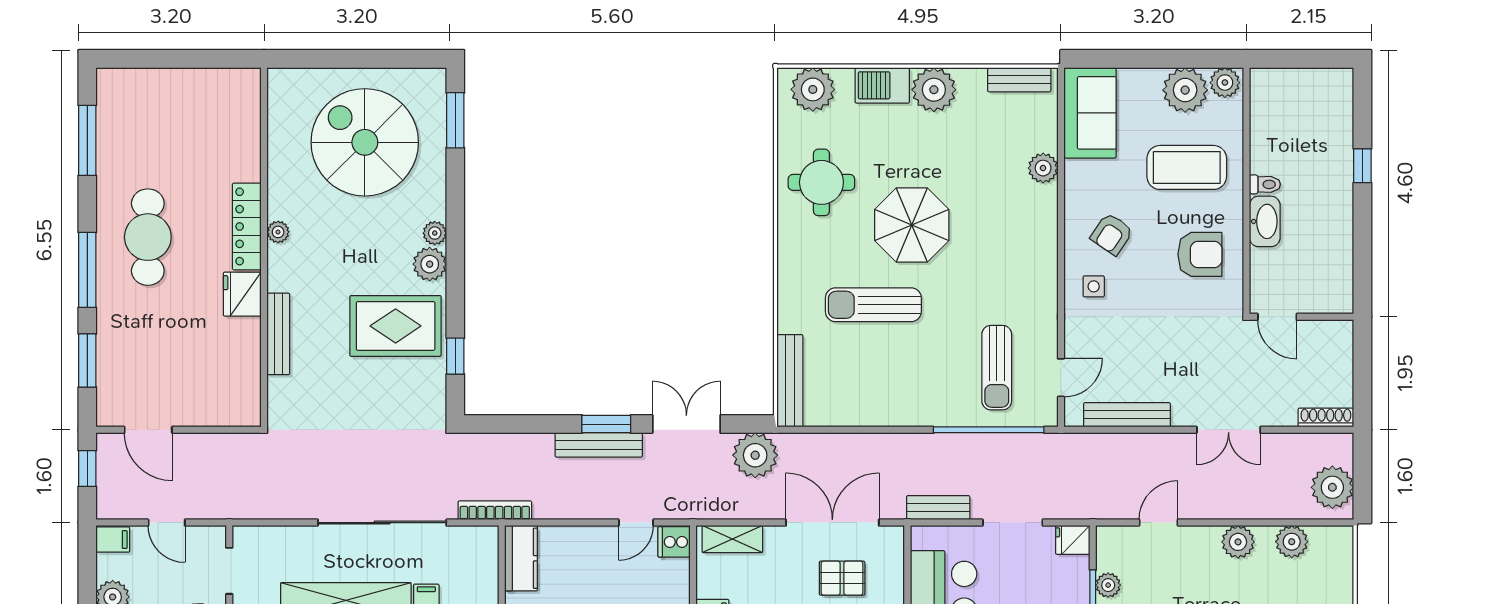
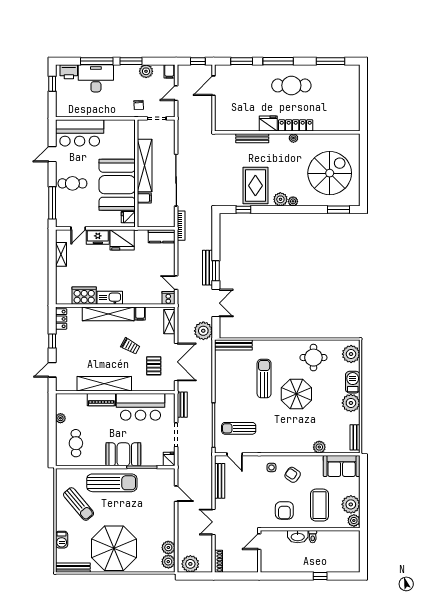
plant: (1238, 542) -> (168, 562), moved
plant: (1108, 585) -> (151, 473), removed

